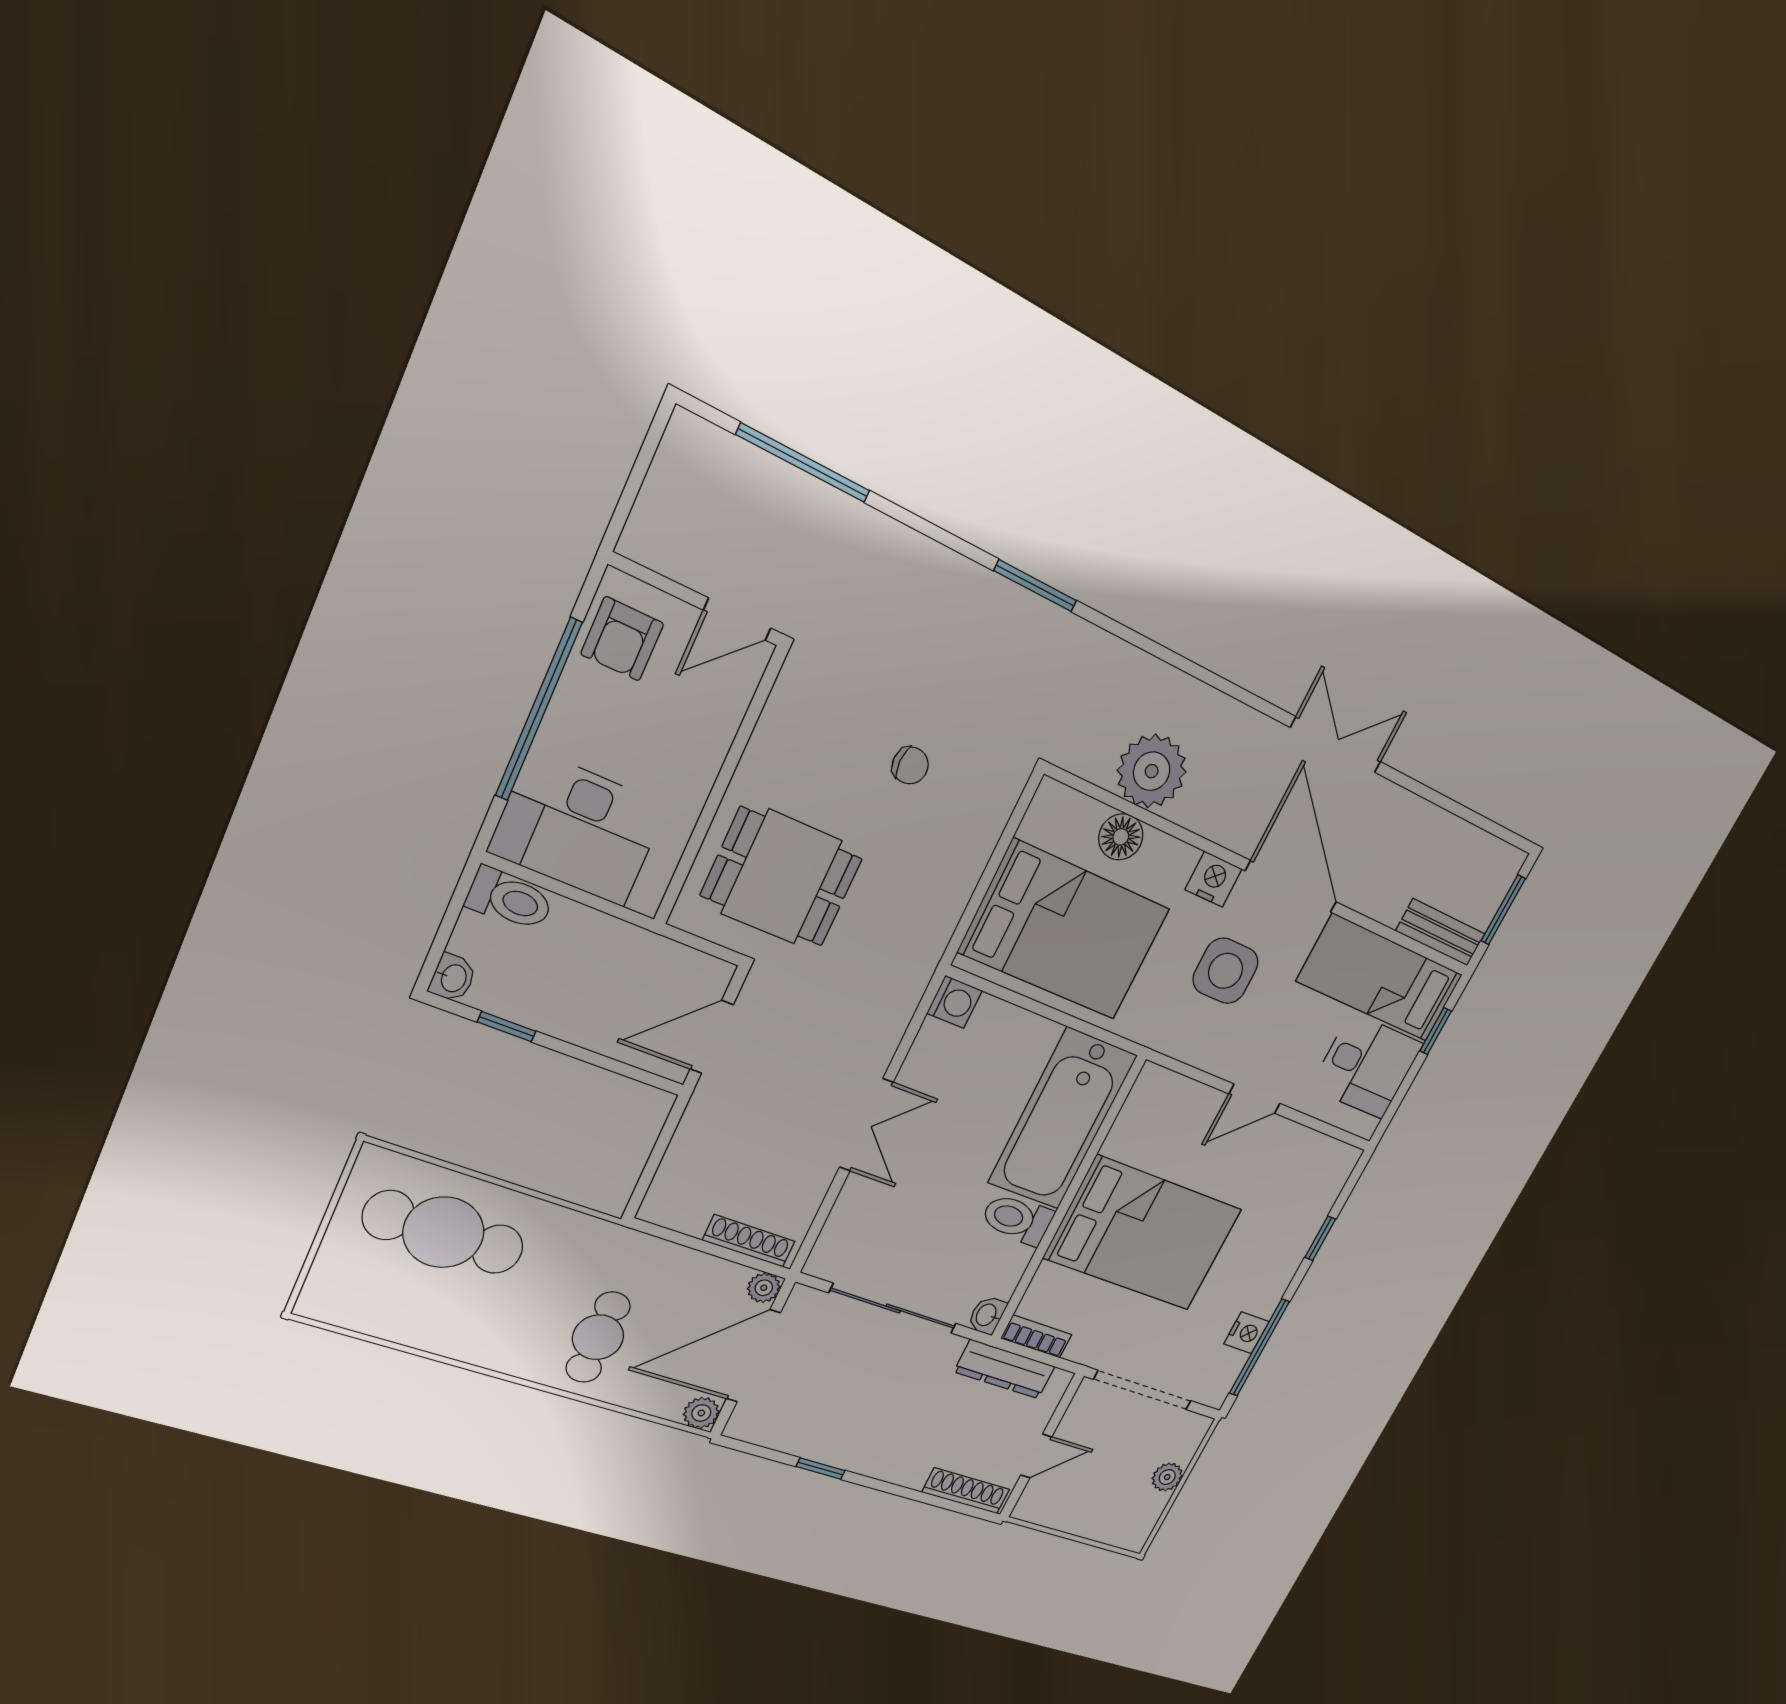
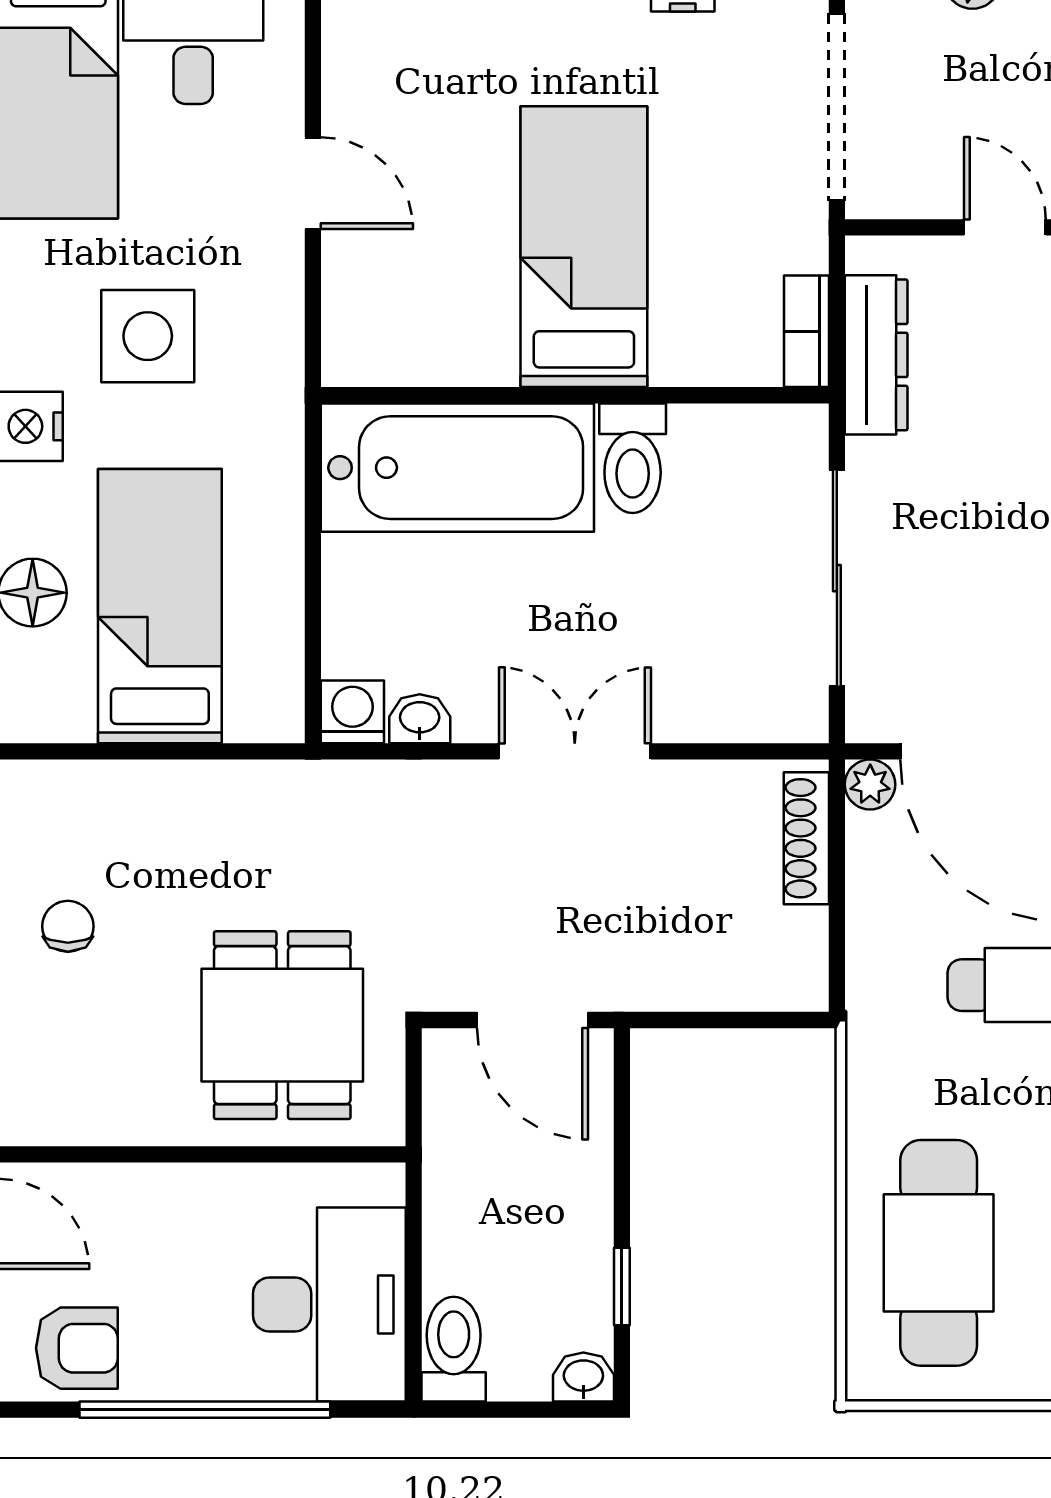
bed: (1064, 930) -> (160, 606), width x0.67
bed: (1143, 1234) -> (584, 247), width x0.67
washbasin: (987, 1315) -> (420, 719), moved, turned 180

